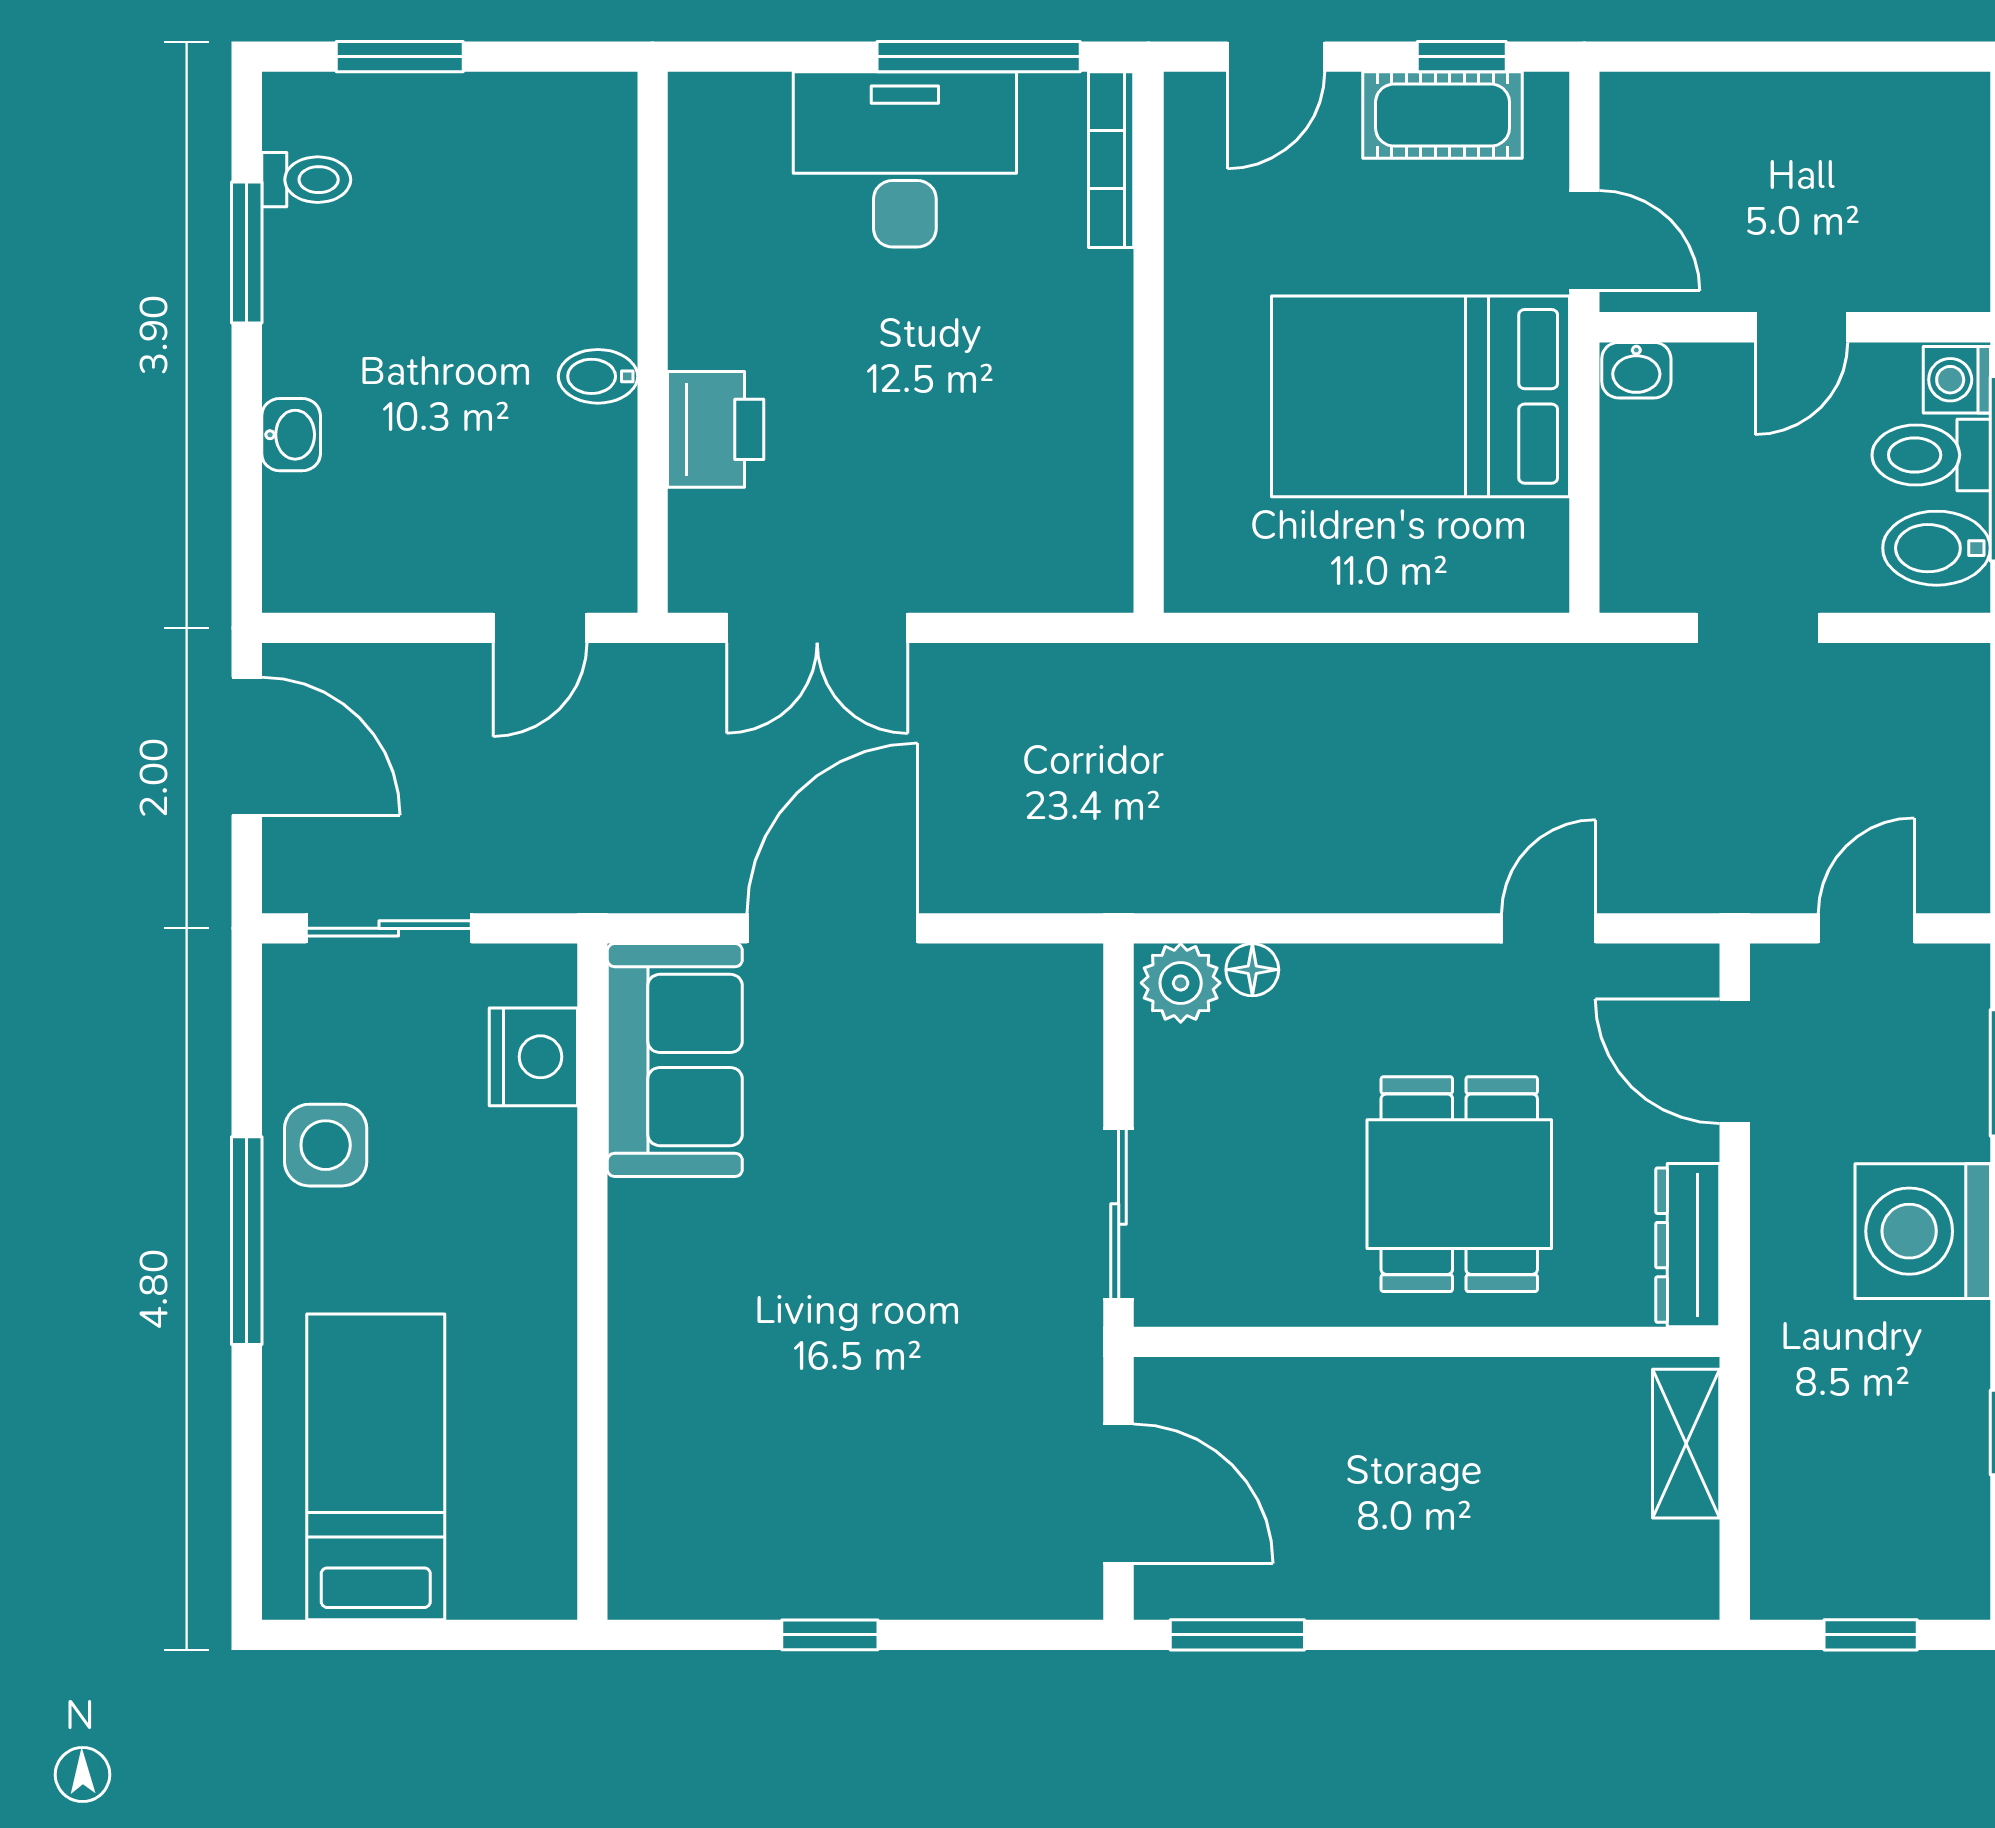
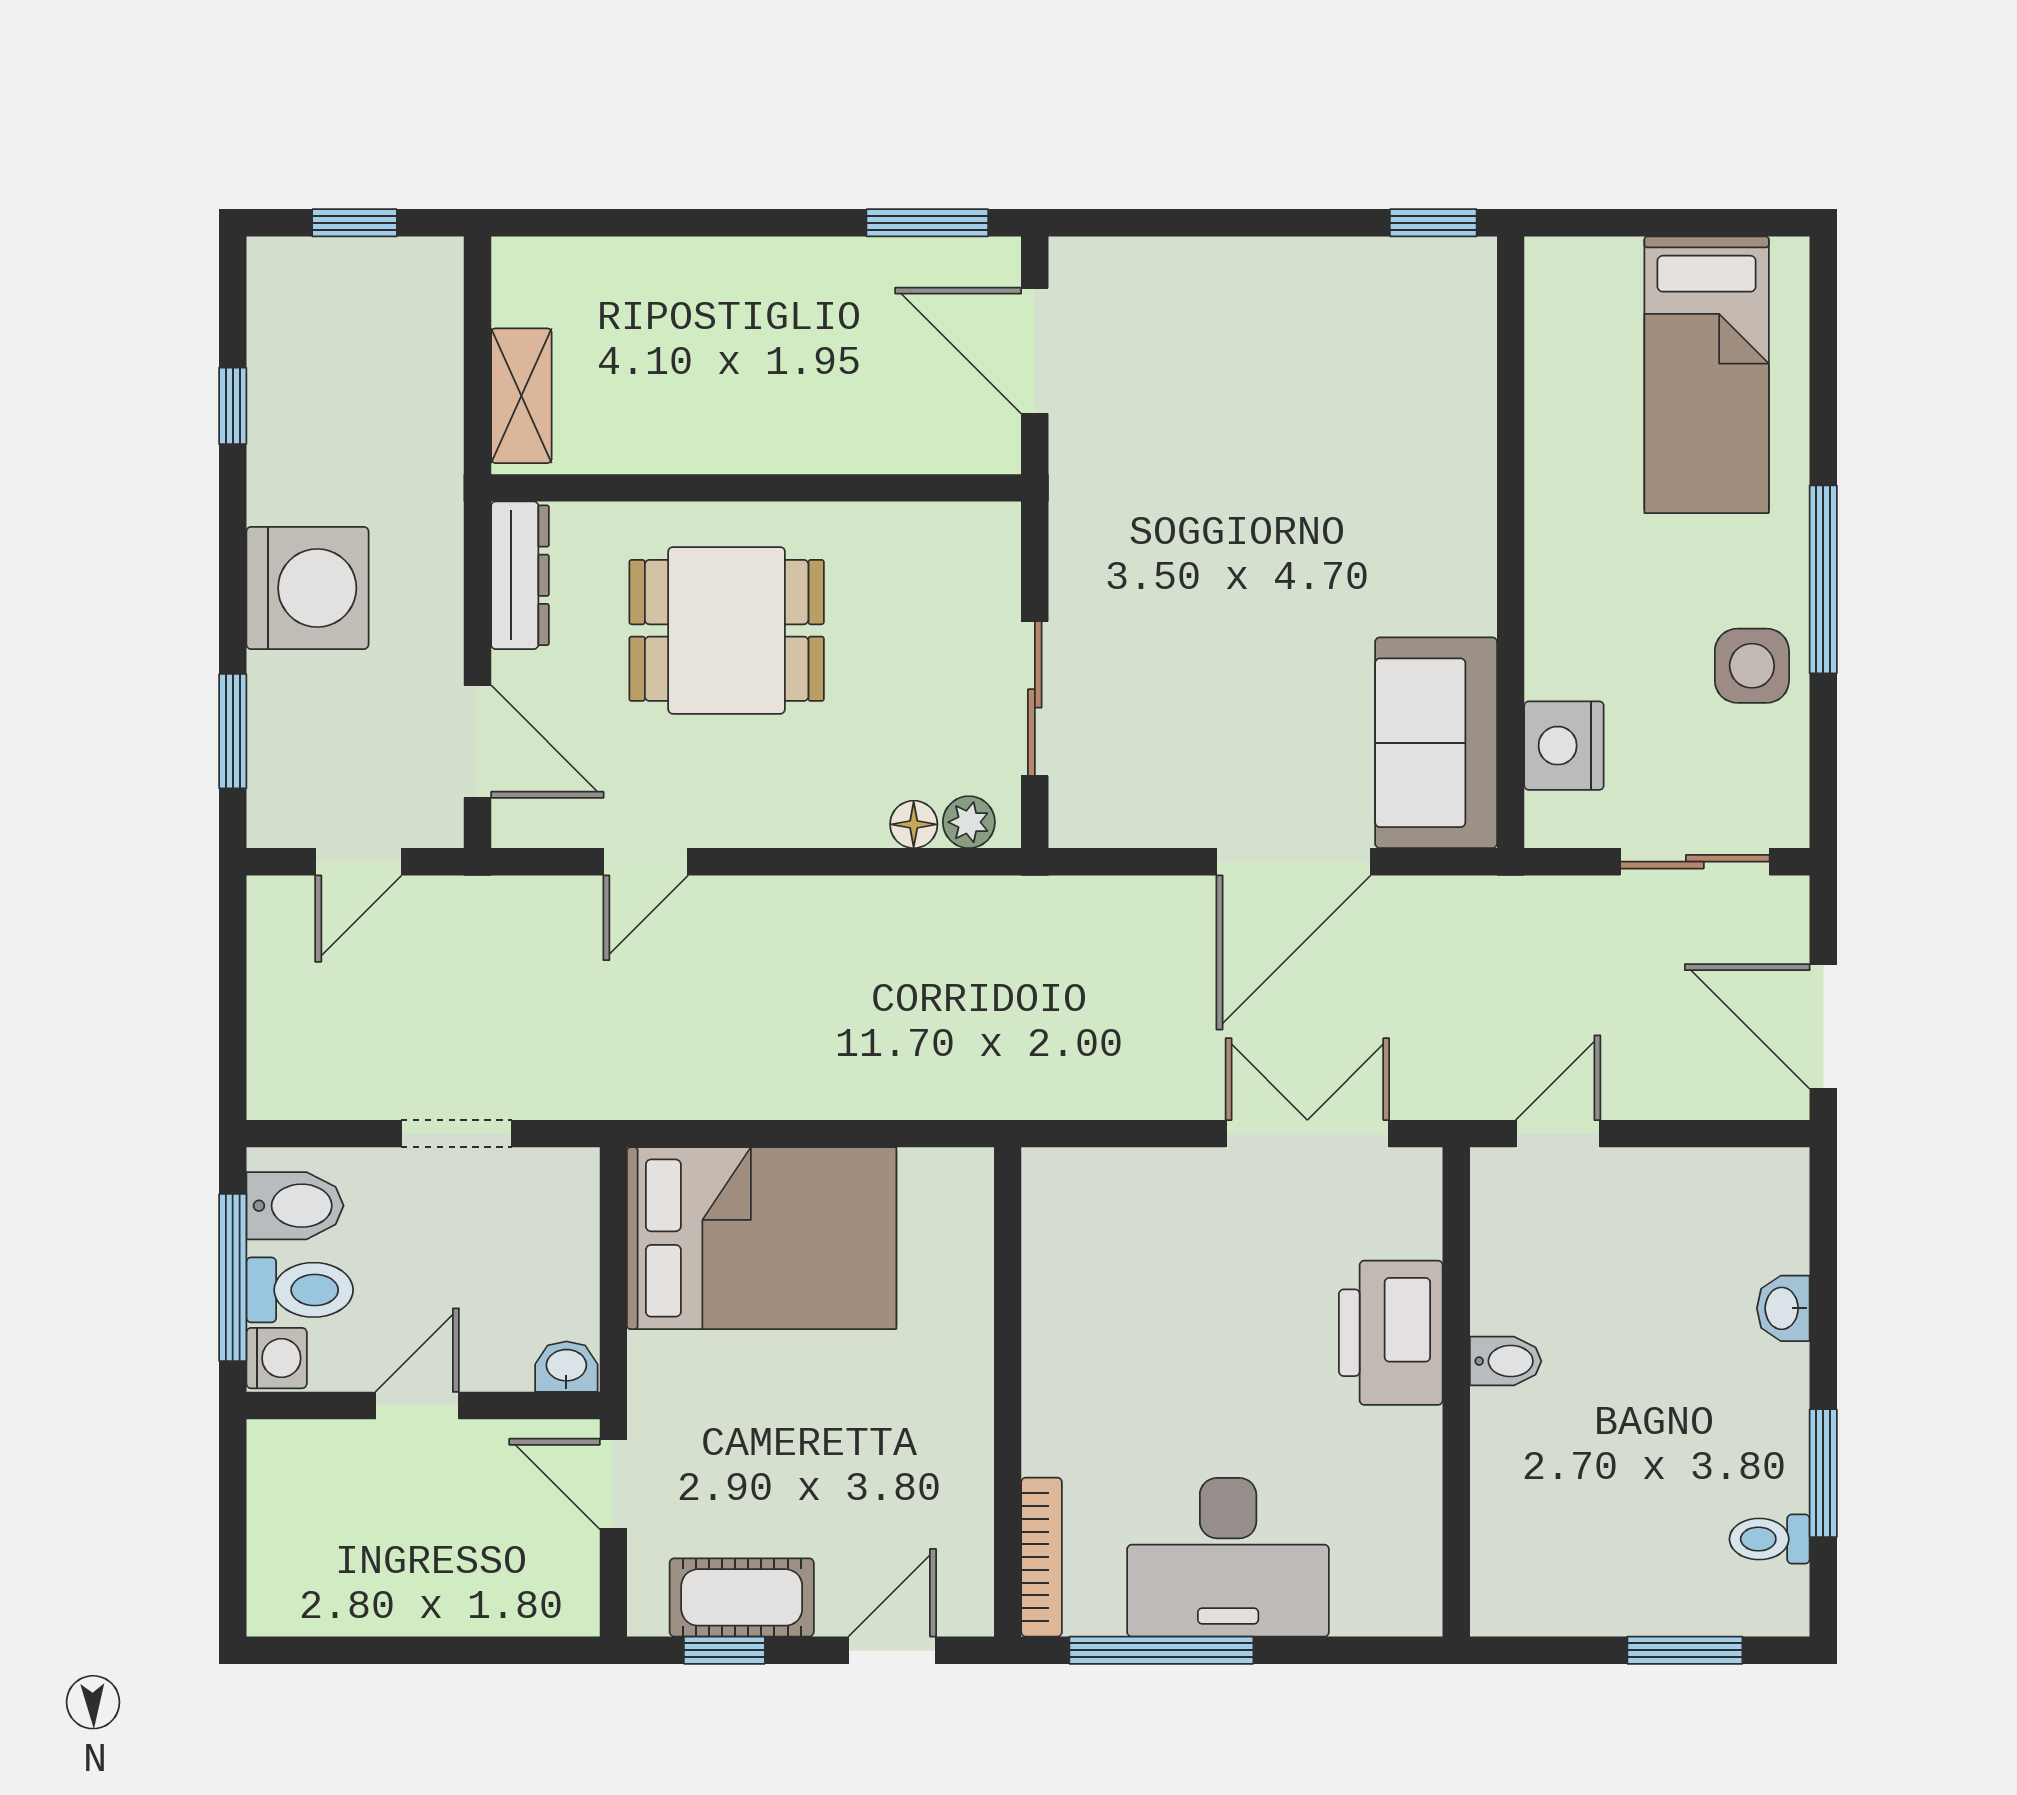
bed: (1420, 396) -> (762, 1238), moved
printer: (716, 429) -> (1391, 1333), width x1.37, depth x1.19
plant: (1181, 983) -> (969, 822), width x0.73, depth x0.73
dining table: (1459, 1184) -> (727, 630), turned 90
sliding door: (1119, 1214) -> (1035, 698), moved
window: (830, 1635) -> (1433, 223), moved

